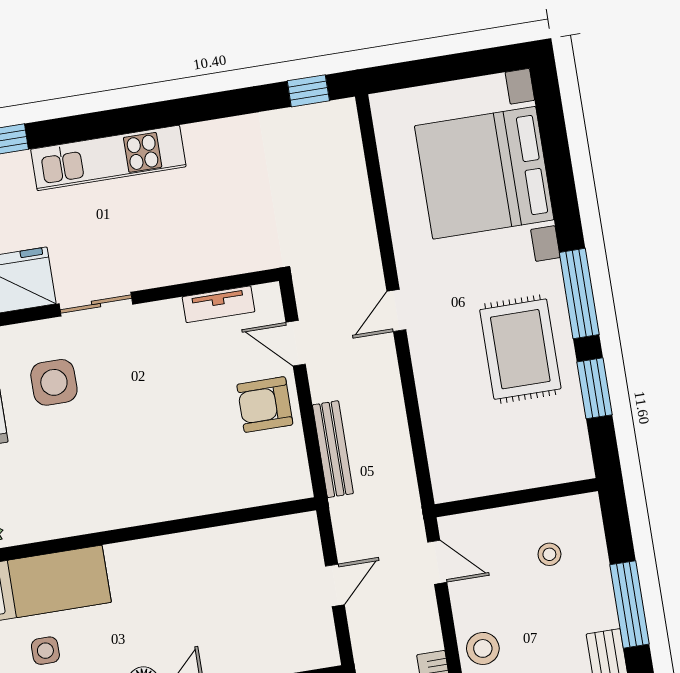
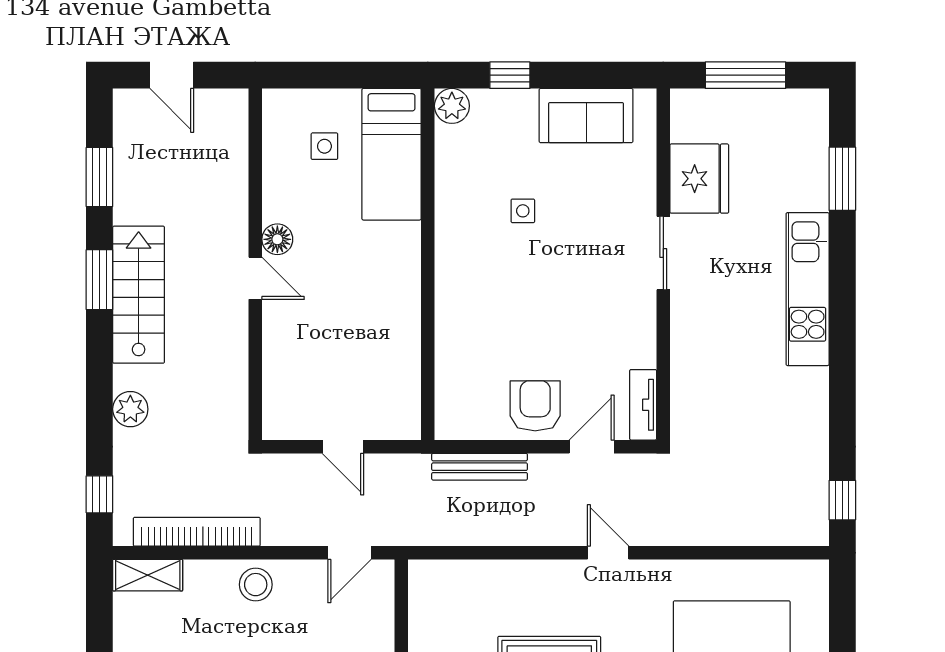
tv unit: (219, 304) -> (643, 405), moved
side table: (54, 382) -> (523, 211), moved, width x0.54, depth x0.54

